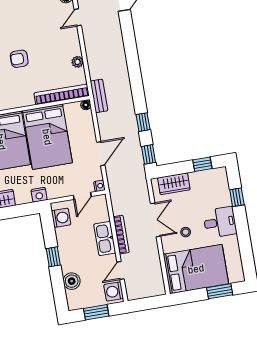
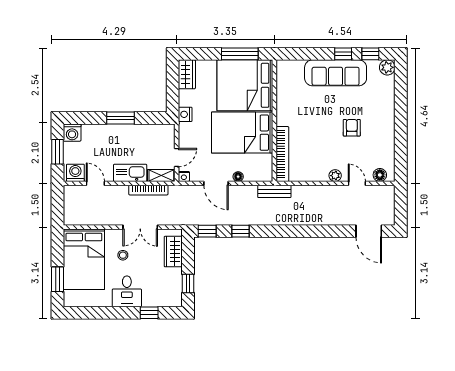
armchair: (19, 59) -> (352, 128), moved
plant: (78, 62) -> (335, 176), moved
floor lamp: (86, 105) -> (238, 177), moved
door: (82, 196) -> (177, 158), swing flipped
shelving: (102, 208) -> (161, 175), added
washing machine: (61, 218) -> (72, 133), moved
bookcase: (121, 235) -> (148, 190), moved
window: (53, 257) -> (120, 118), width x1.50
boiler: (72, 281) -> (93, 132), removed

